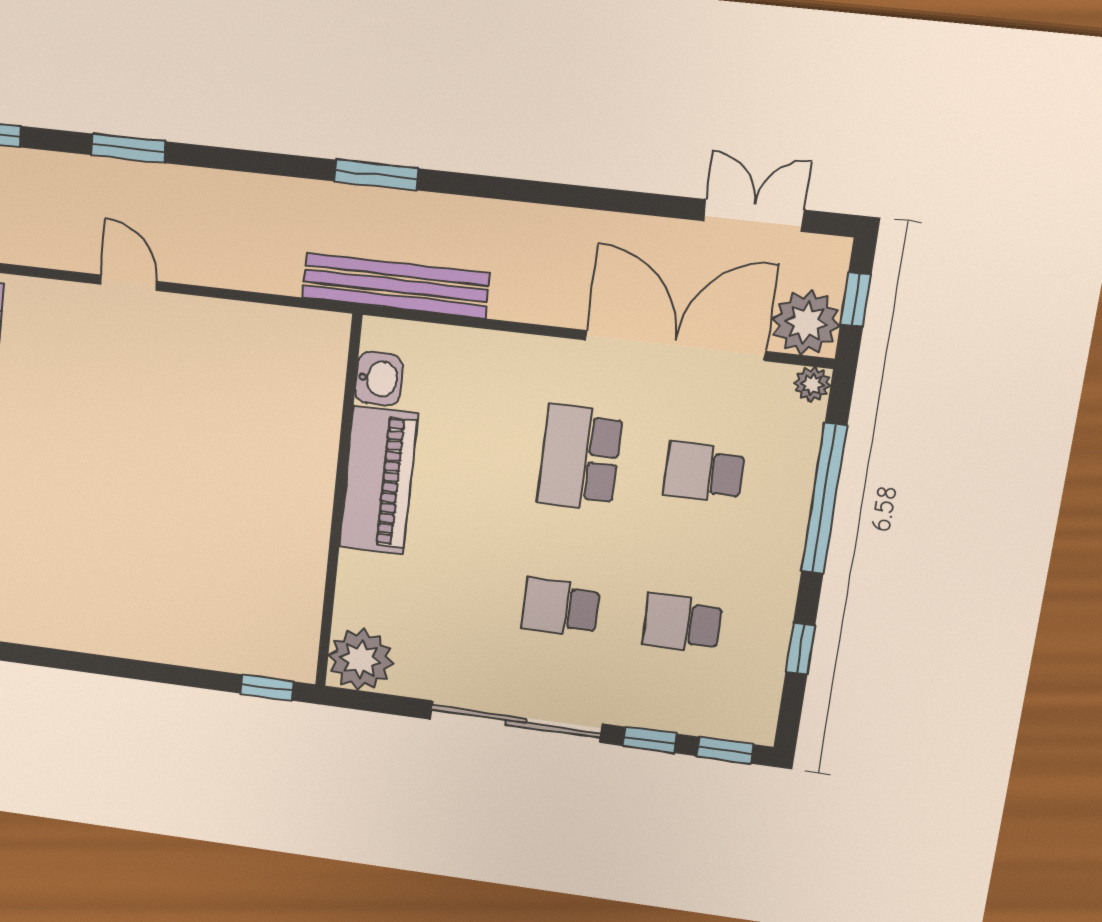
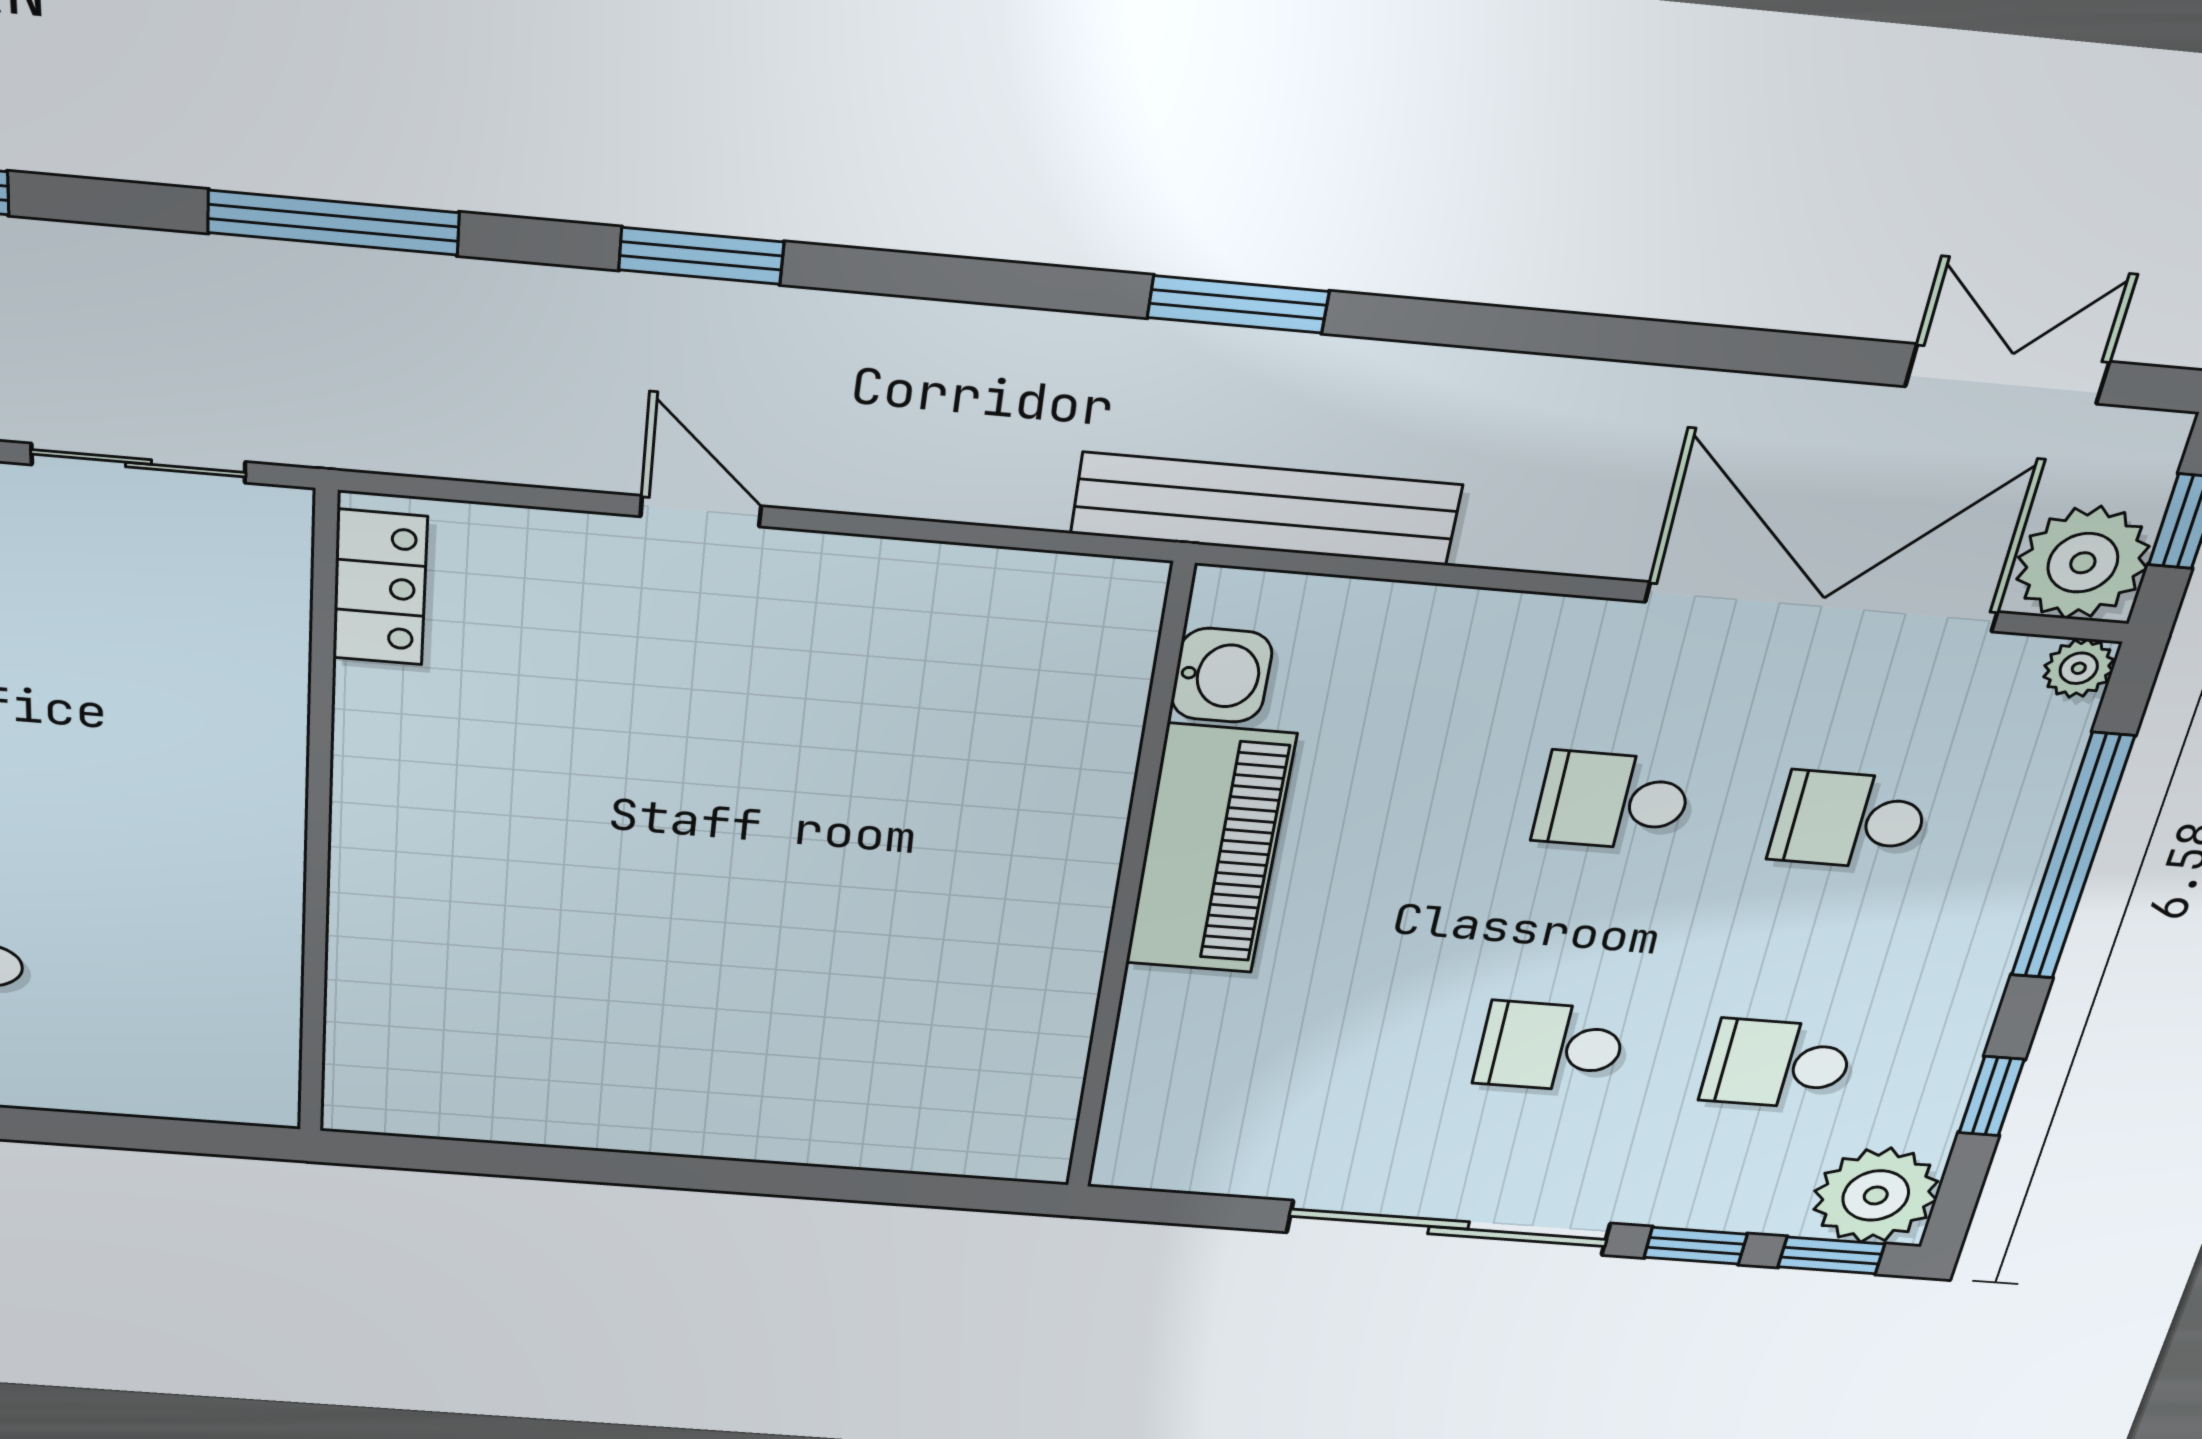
school desk: (580, 457) -> (1613, 801), width x0.54
plant: (361, 660) -> (1876, 1195), moved
window: (267, 688) -> (974, 1194), removed

